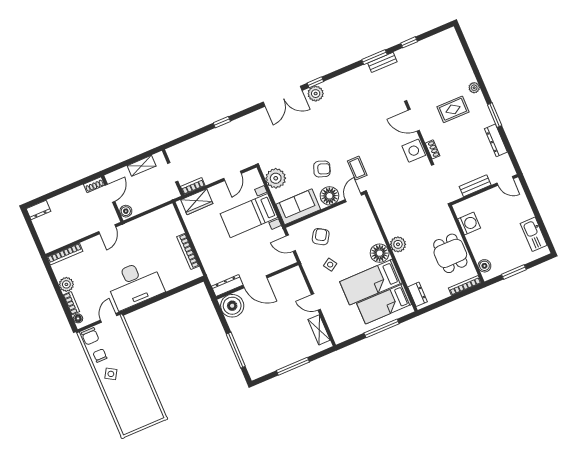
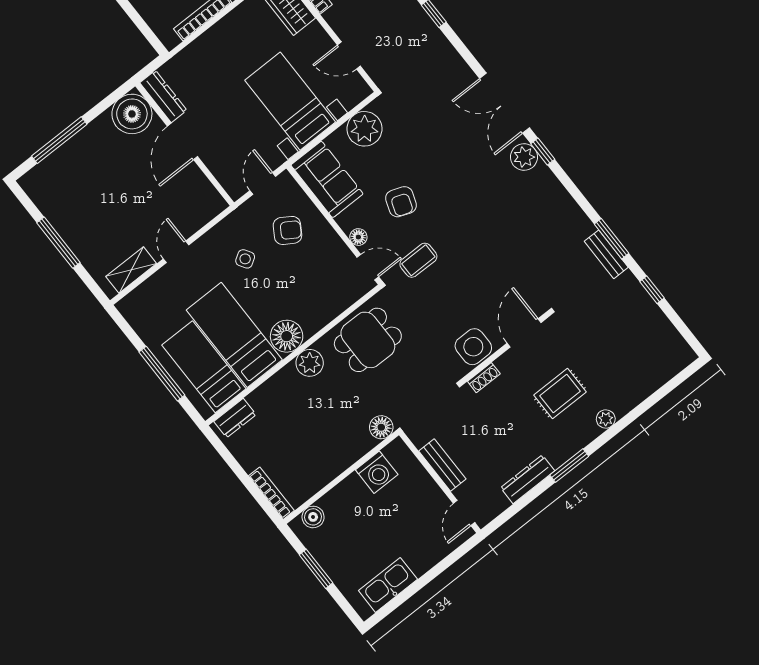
rug: (453, 109) -> (560, 394), turned 90
floor lamp: (329, 196) -> (358, 237), width x0.53, depth x0.53
floor lamp: (445, 214) -> (381, 427), added
dining table: (450, 253) -> (368, 340), moved

